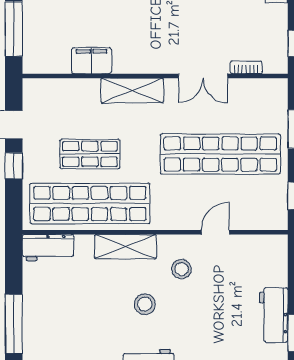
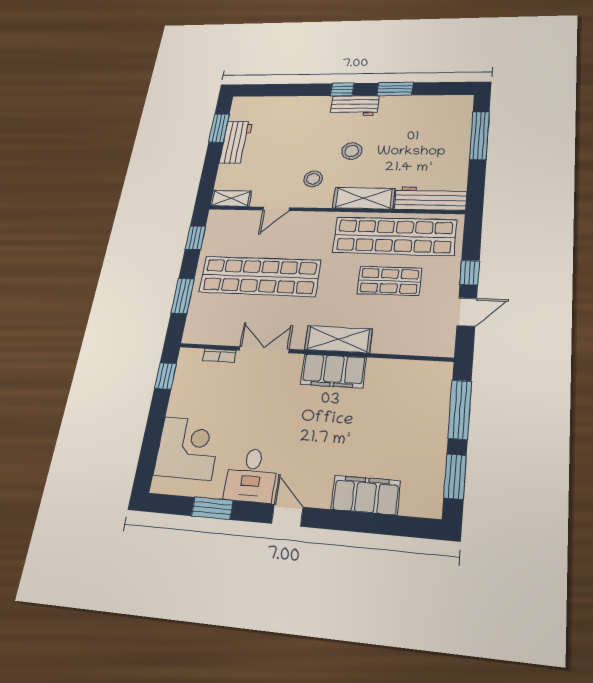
filing cabinet: (92, 61) -> (334, 371), moved, width x1.50, depth x1.17
shelving: (267, 244) -> (231, 198), added
workbench: (48, 248) -> (431, 199), width x1.38

